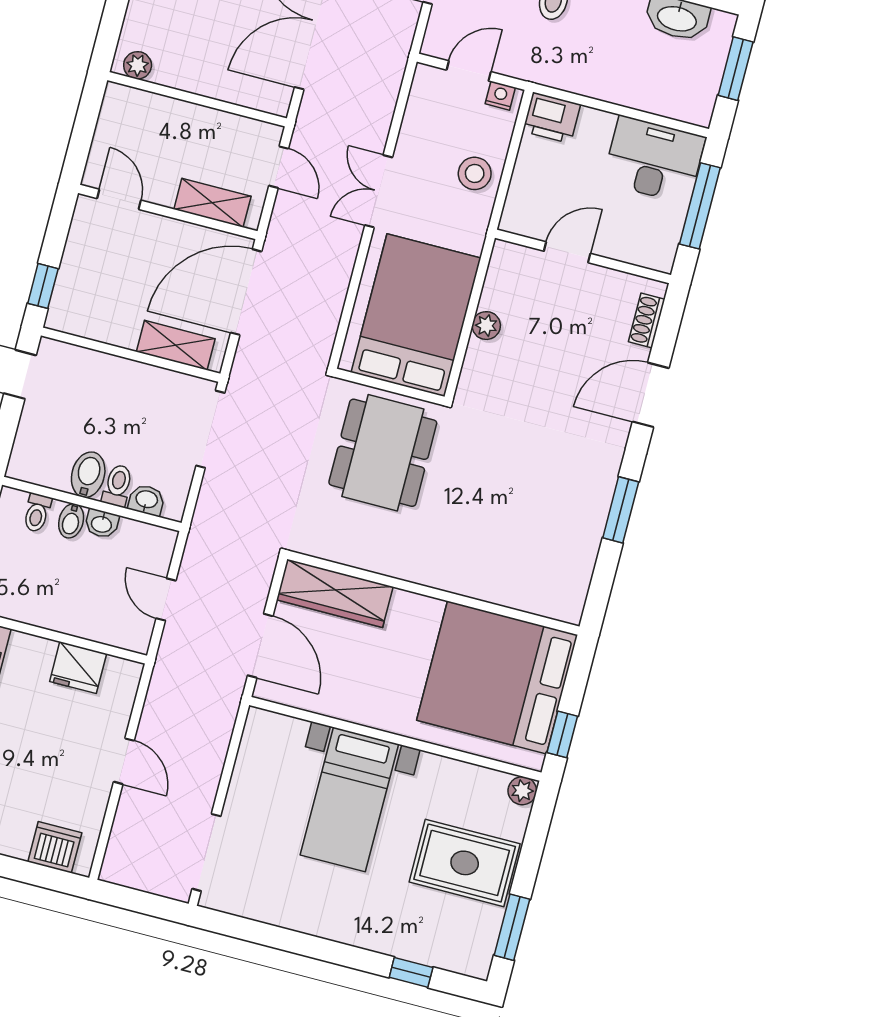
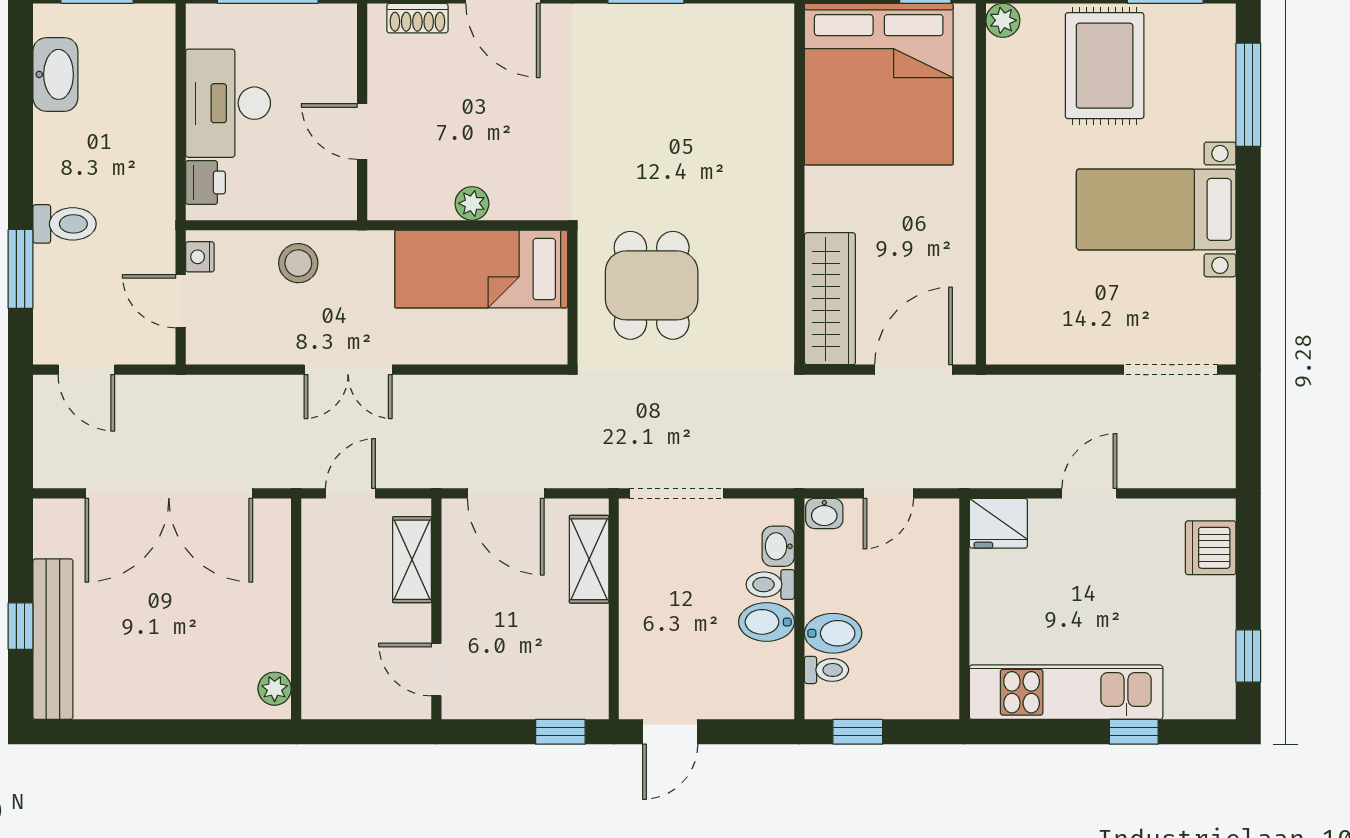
printer: (552, 118) -> (205, 182), width x0.73, depth x0.81
desk: (654, 160) -> (228, 103), moved
door: (119, 199) -> (436, 670), hinge flipped
door: (246, 292) -> (506, 493), width x0.73
bed: (416, 315) -> (481, 269), width x0.67
dining table: (383, 453) -> (652, 285), width x0.73
bidet: (71, 521) -> (833, 633), width x1.38, depth x1.36
washbasin: (102, 524) -> (824, 513), moved, turned 90
fridge: (78, 668) -> (998, 523), moved, turned 90
bed with nightstands: (349, 799) -> (1156, 209), moved, turned 180
window: (411, 972) -> (1248, 95), width x2.17

